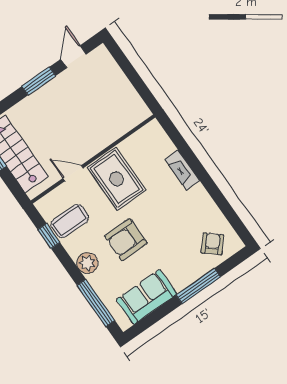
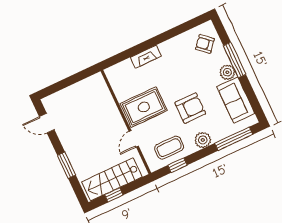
window: (39, 81) -> (66, 165), moved
coffee table: (70, 221) -> (169, 148), turned 90
armchair: (126, 240) -> (190, 108), turned -90
plant: (181, 279) -> (227, 72), added

